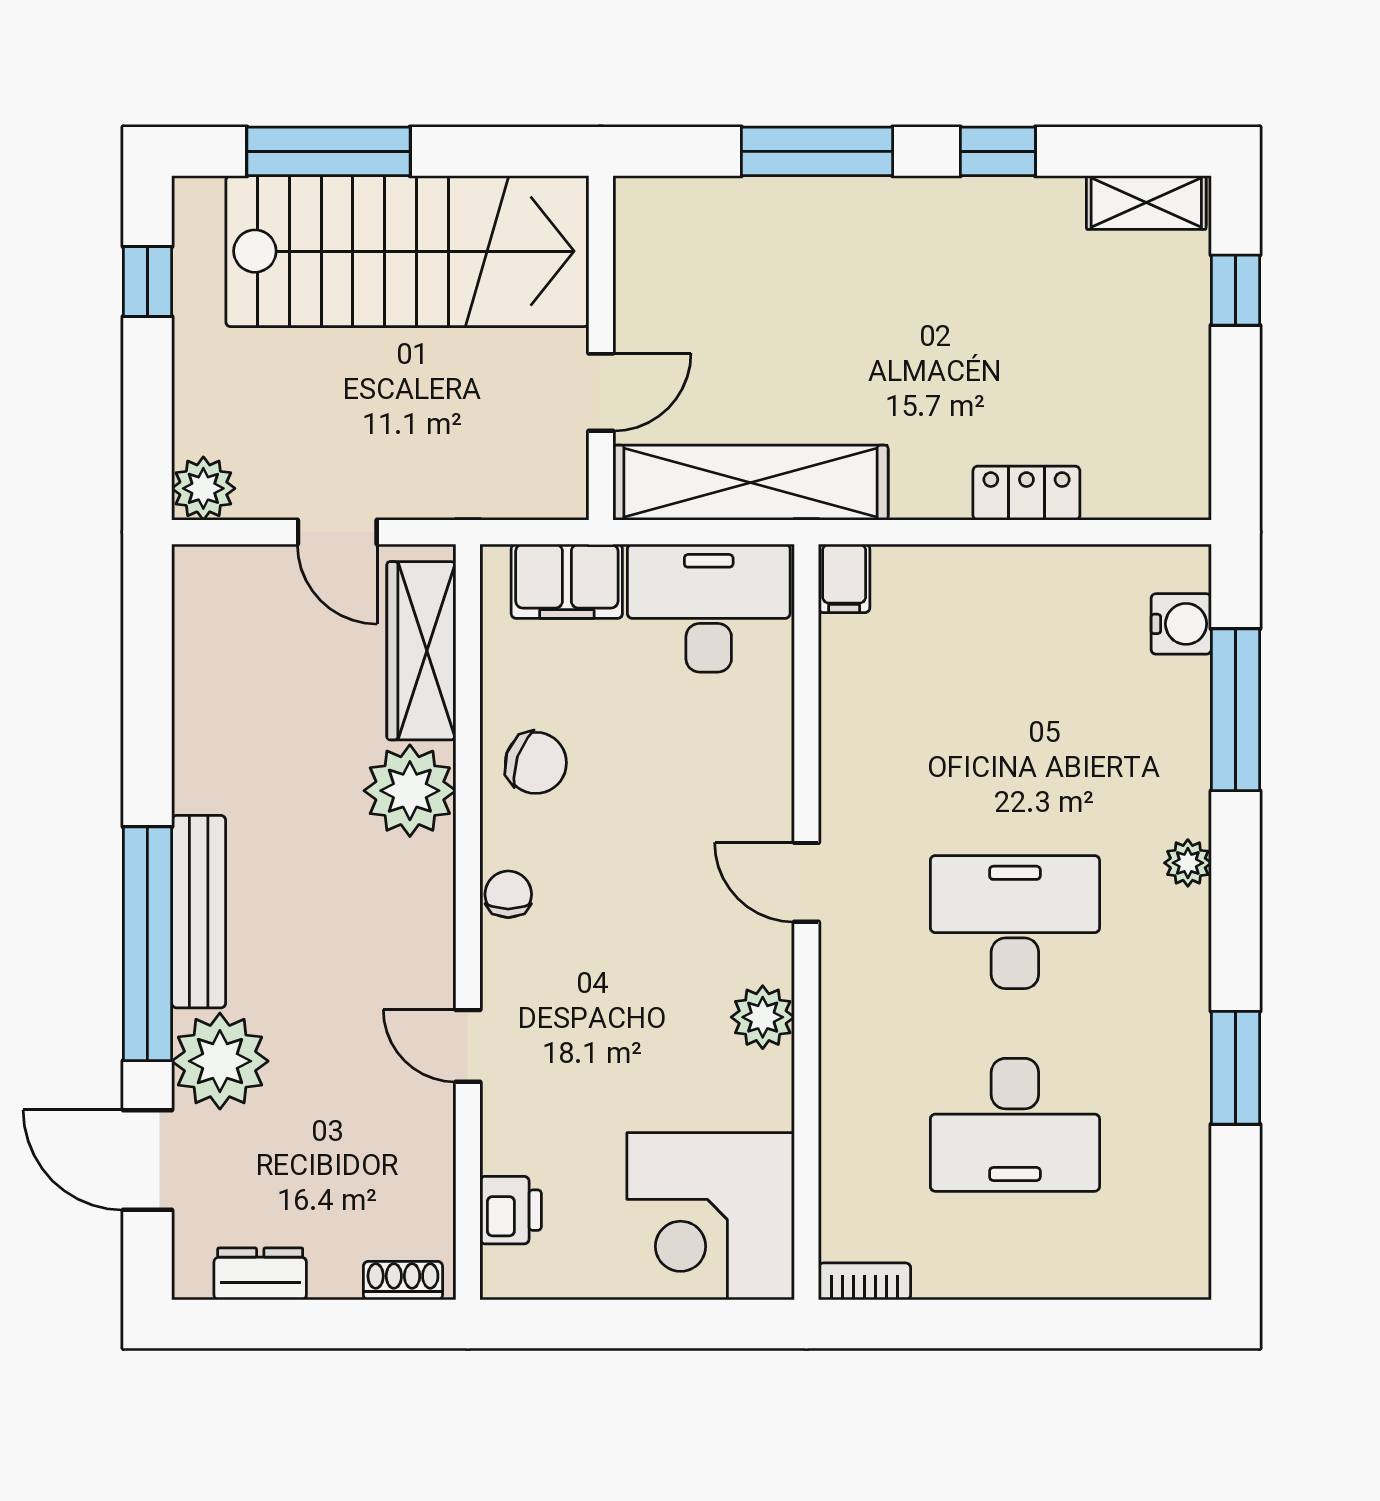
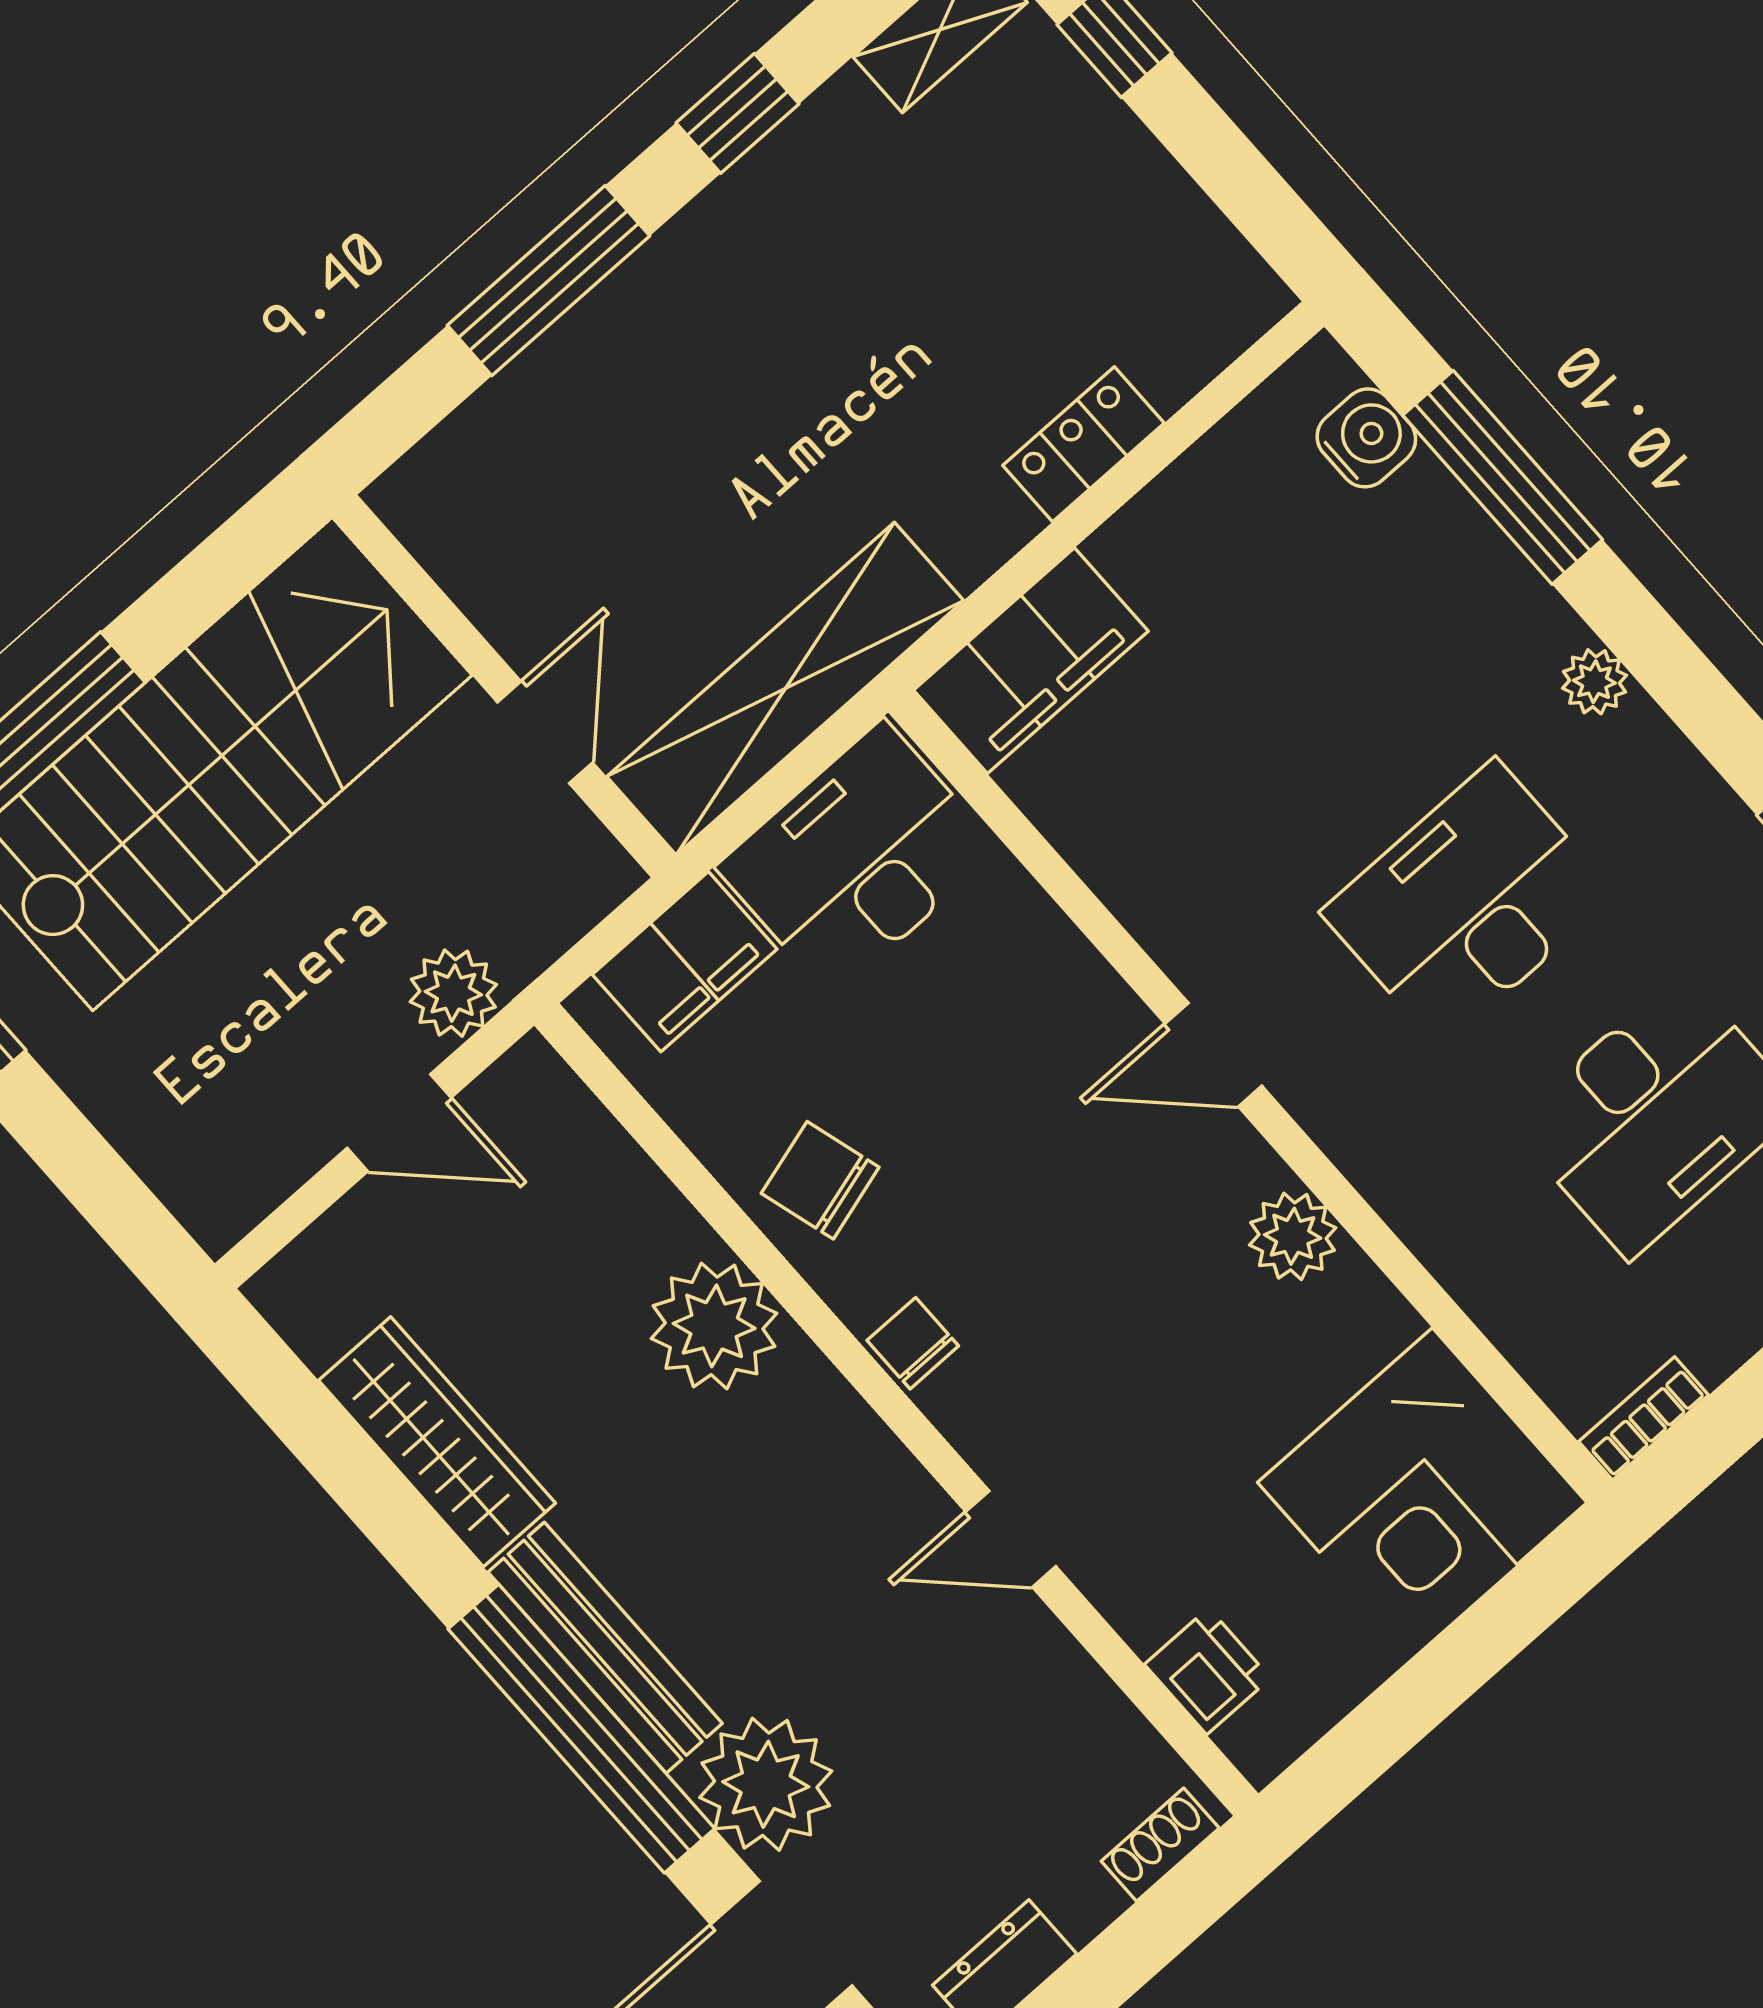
plant: (203, 488) -> (453, 993), moved
filing cabinet: (844, 578) -> (1031, 661), width x3.00, depth x1.17
wardrobe: (421, 651) -> (437, 1442), moved, turned 180
chair: (536, 763) -> (820, 1180), turned -125

